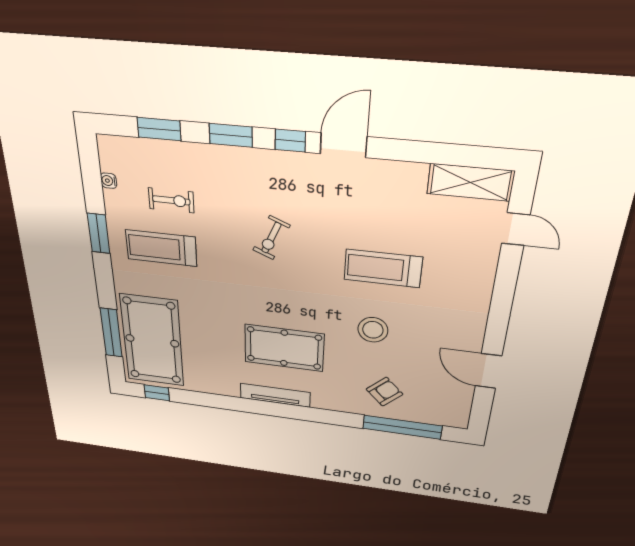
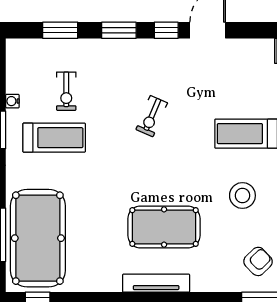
water cooler: (109, 181) -> (12, 101), moved
exercise bike: (171, 200) -> (66, 91), turned 90
treadmill: (161, 248) -> (54, 138), turned 180

